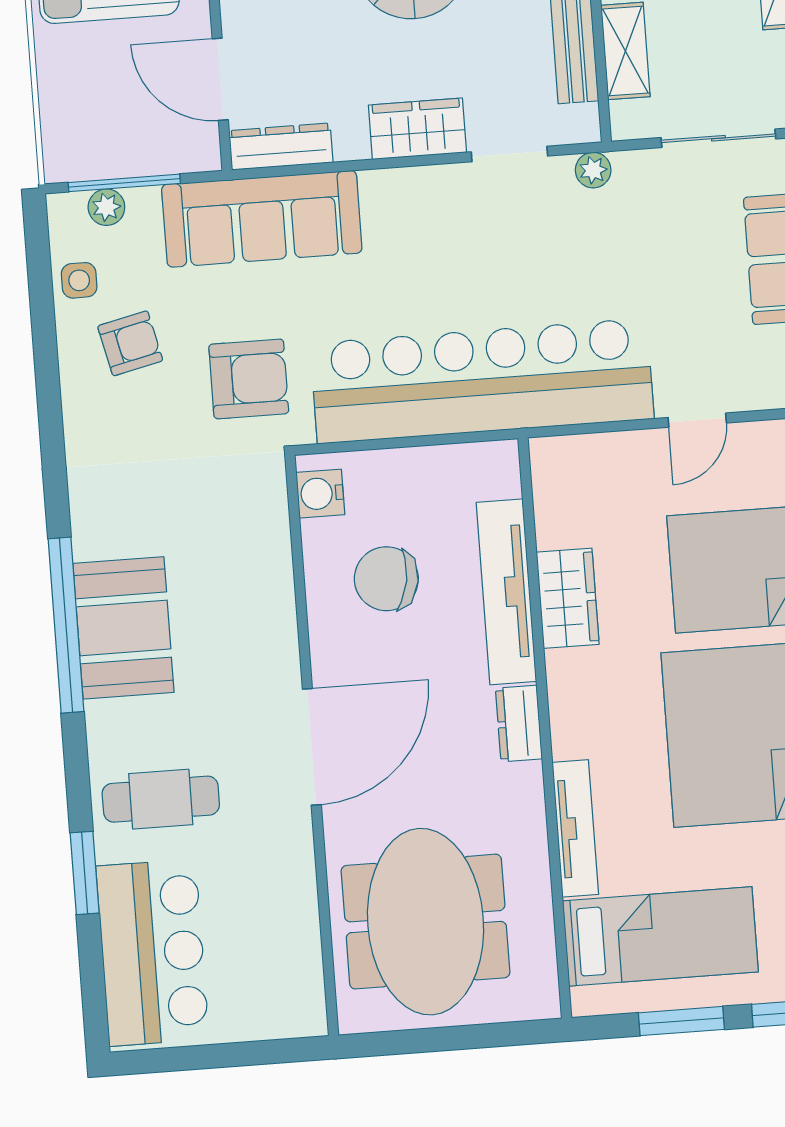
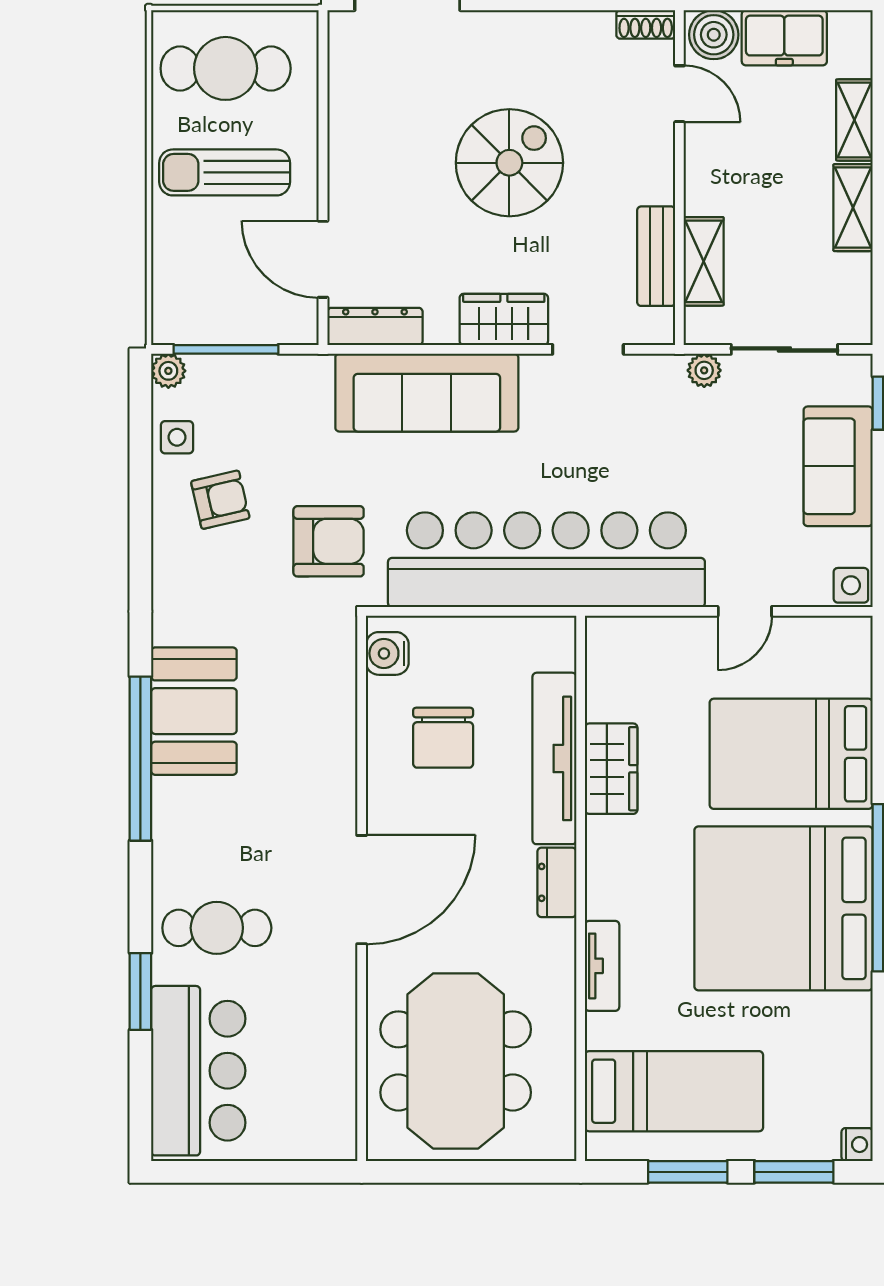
plant: (593, 170) -> (704, 370), moved
plant: (106, 207) -> (168, 371), moved
sofa: (262, 219) -> (427, 393), moved
chair: (386, 579) -> (443, 738), turned -99
booth: (123, 628) -> (194, 711), moved
tv unit: (575, 828) -> (602, 966), width x0.71

